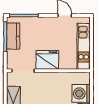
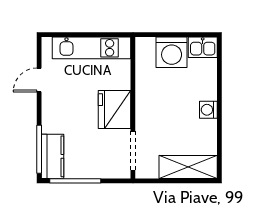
kitchen counter: (13, 36) -> (53, 156), moved, turned 90

